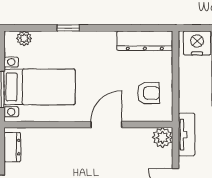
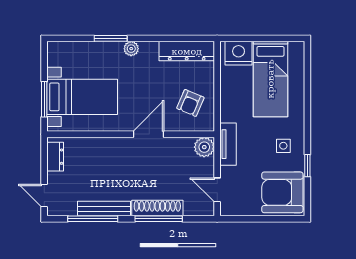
window: (68, 28) -> (111, 38), width x1.50
plant: (24, 38) -> (131, 49), moved
armchair: (149, 93) -> (190, 103), turned 113

